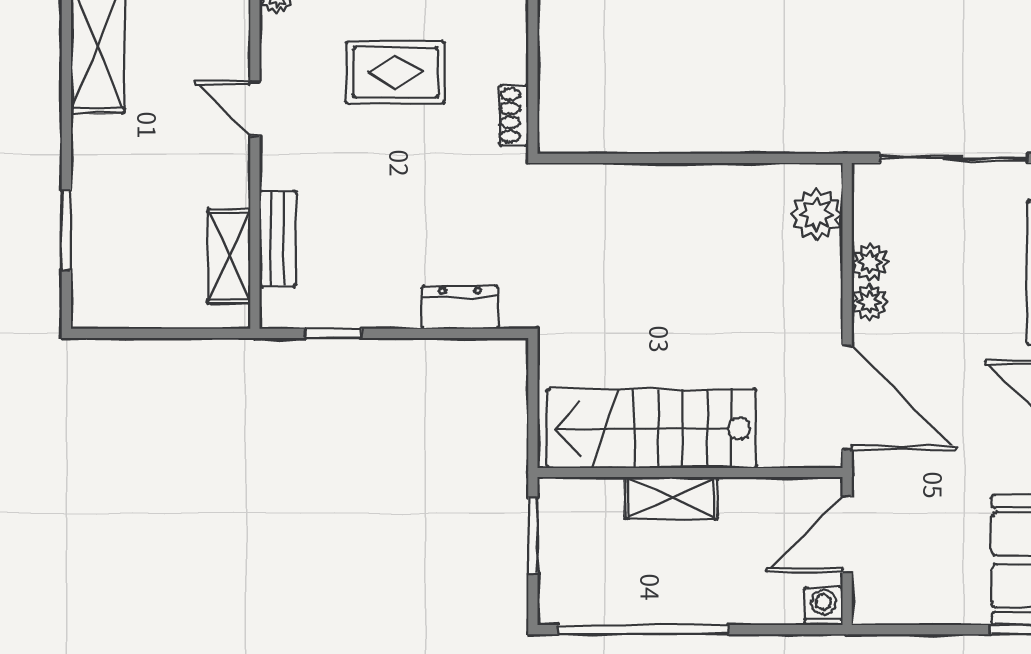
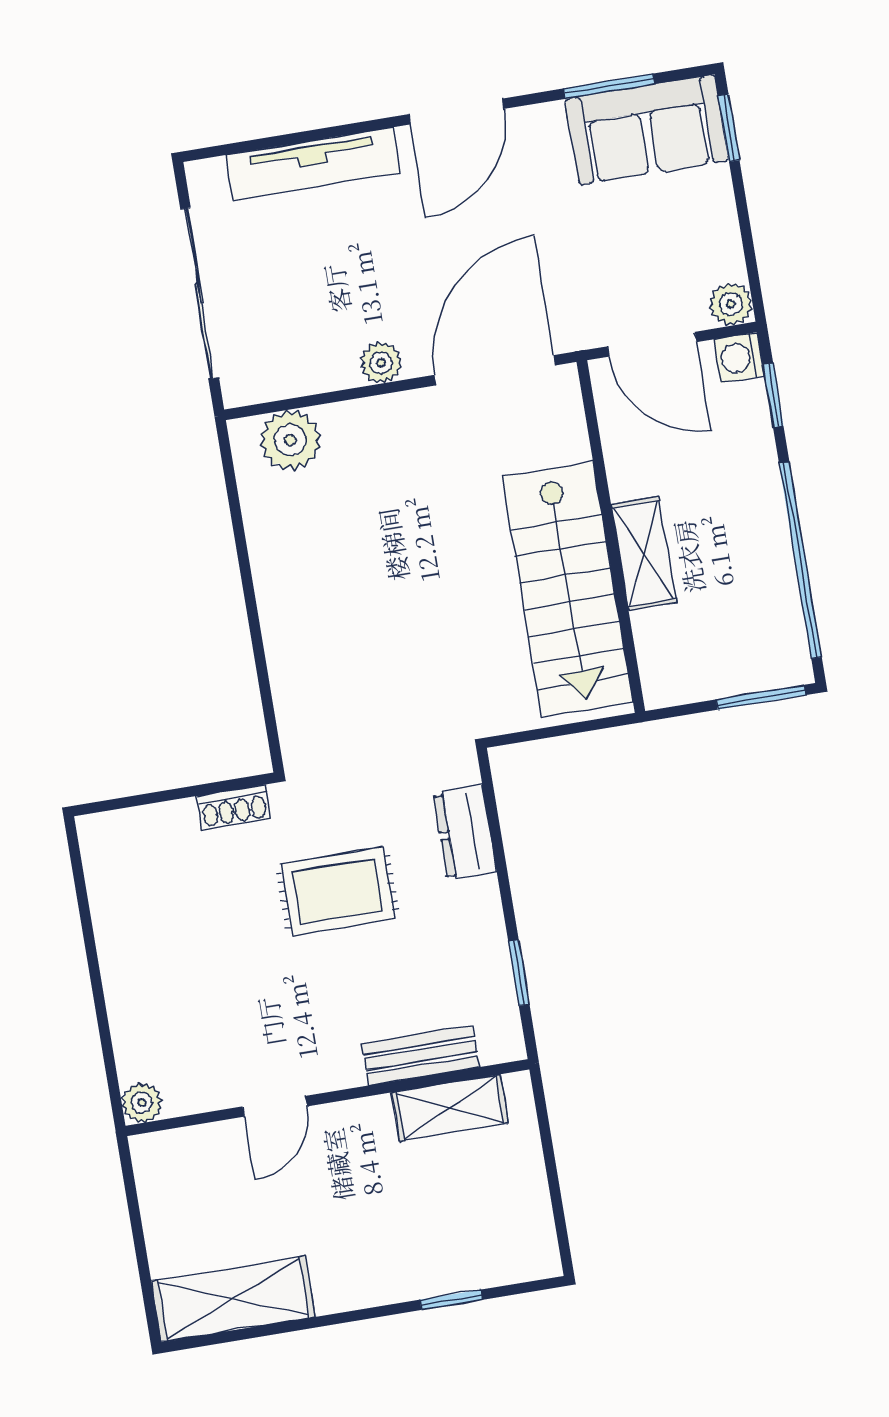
rug: (395, 72) -> (338, 892), moved, turned 90
window: (66, 230) -> (451, 1300), width x0.67
plant: (870, 262) -> (731, 304), moved
window: (533, 535) -> (761, 697), moved
window: (787, 630) -> (773, 395), added

